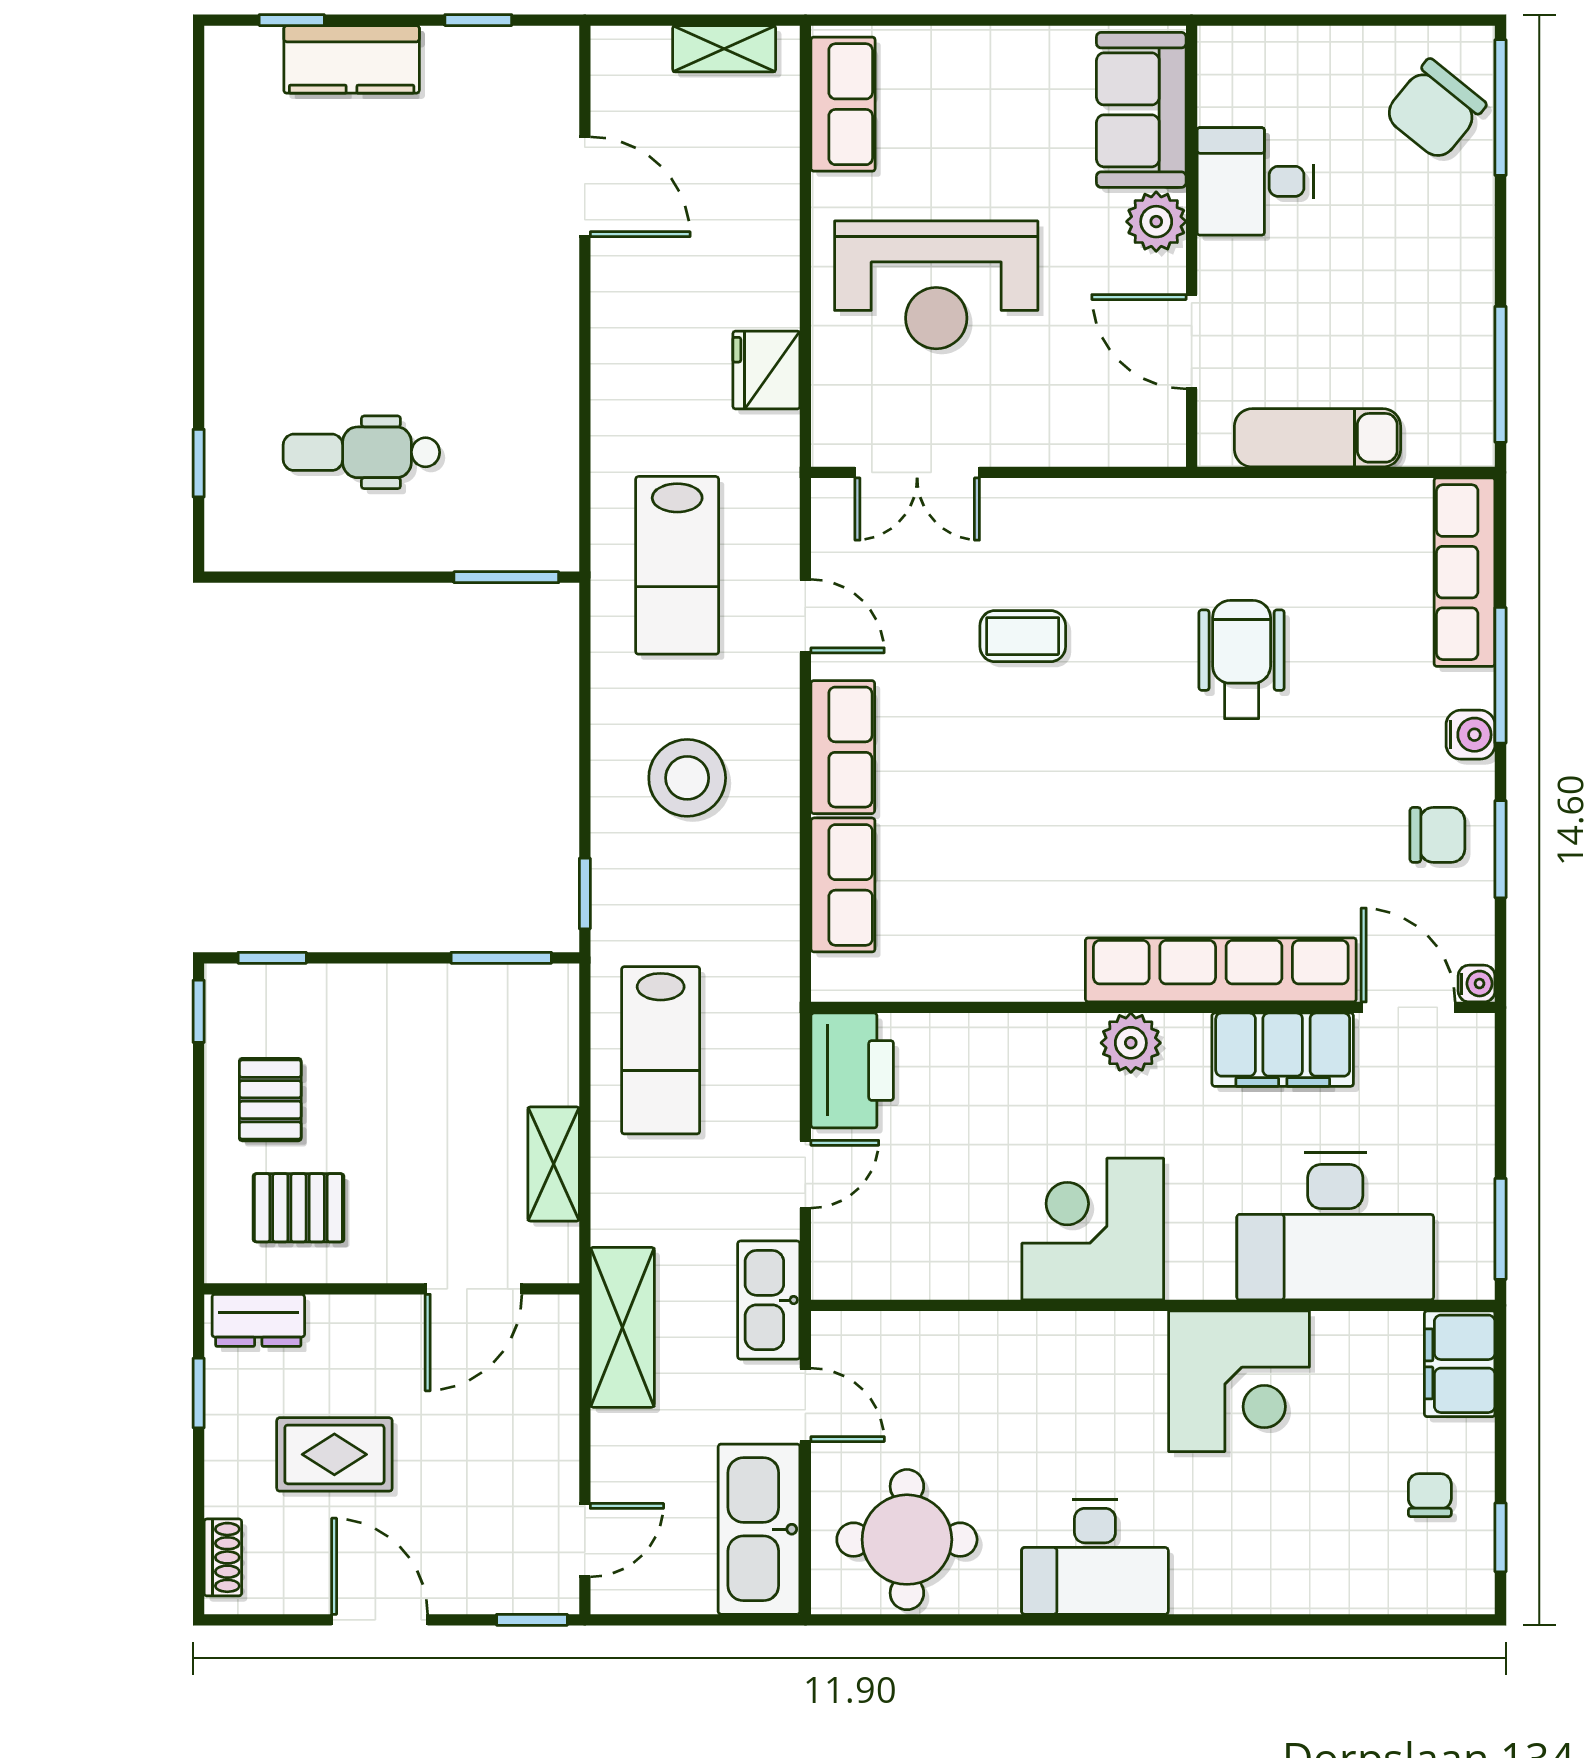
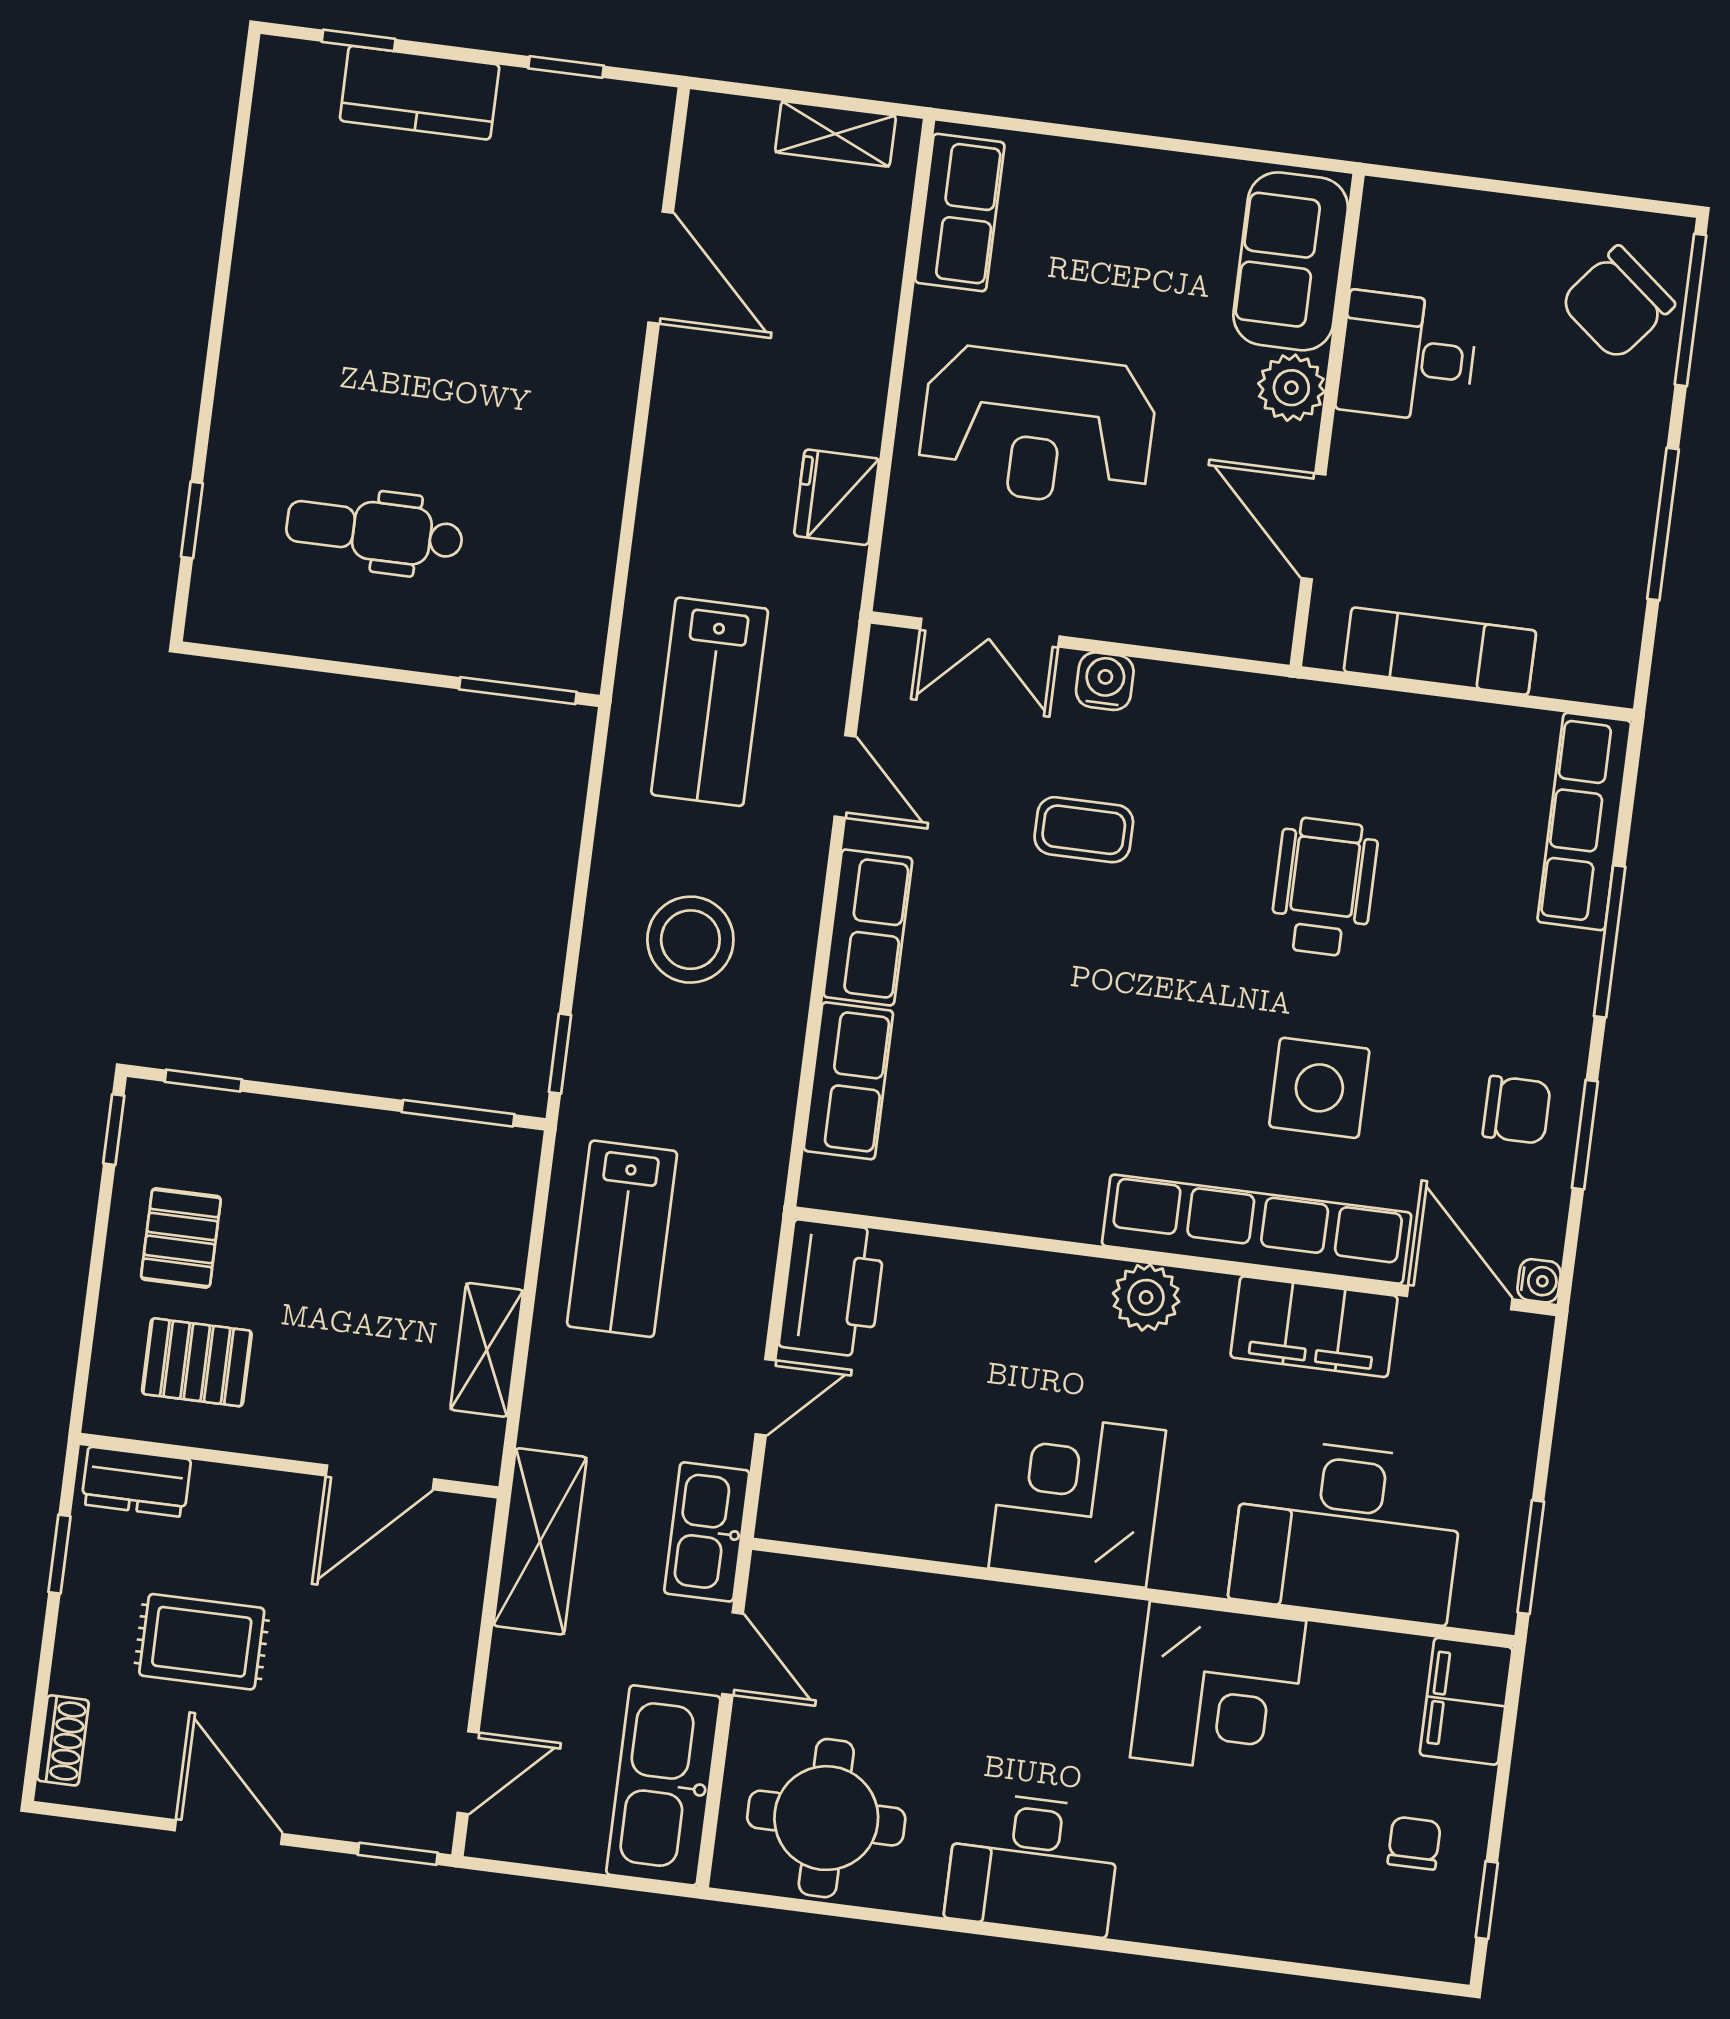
window: (1500, 374) -> (1663, 524), moved
water cooler: (1471, 735) -> (1105, 681), moved, turned -90
side table: (1260, 838) -> (1319, 1088), added

